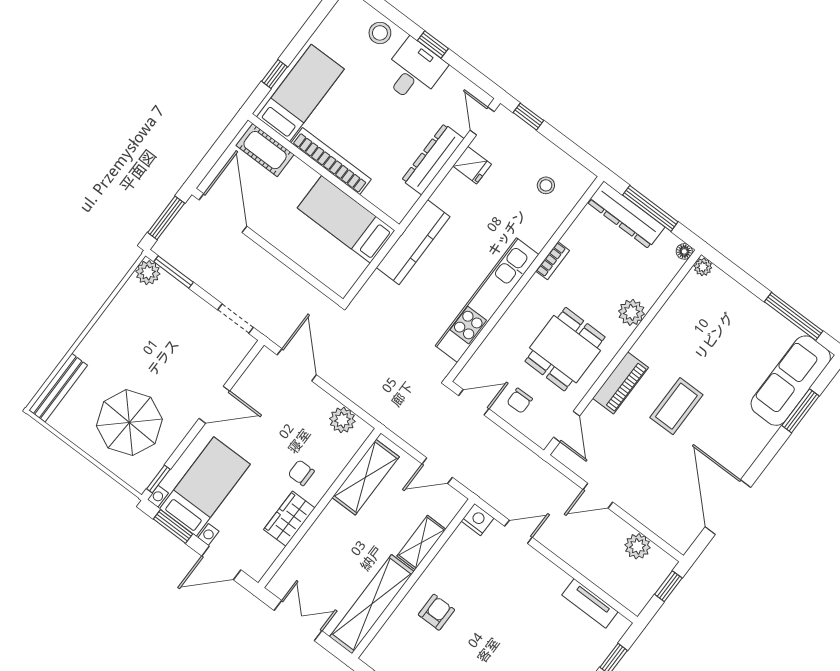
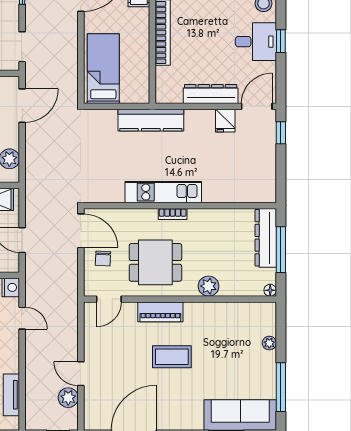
door: (482, 121) -> (257, 106), width x1.38
stool: (546, 185) -> (247, 175), removed
bed: (346, 219) -> (103, 69), moved
bookcase: (553, 261) -> (173, 214), moved
plant: (703, 267) -> (269, 343), moved
kitchen unit: (487, 300) -> (163, 192), width x0.73
chair: (520, 401) -> (103, 258), turned -86
door: (474, 402) -> (81, 231), width x1.38
door: (598, 496) -> (81, 374), moved

